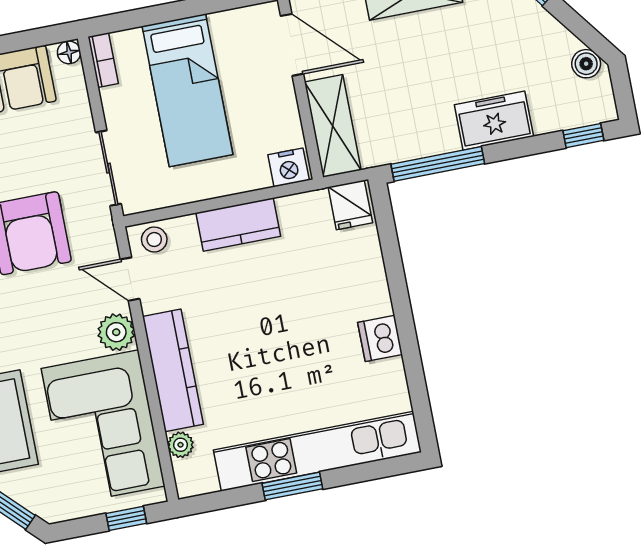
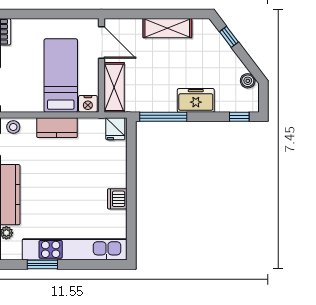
bed: (187, 90) -> (61, 76), moved, turned 180
window: (292, 486) -> (42, 265), moved

